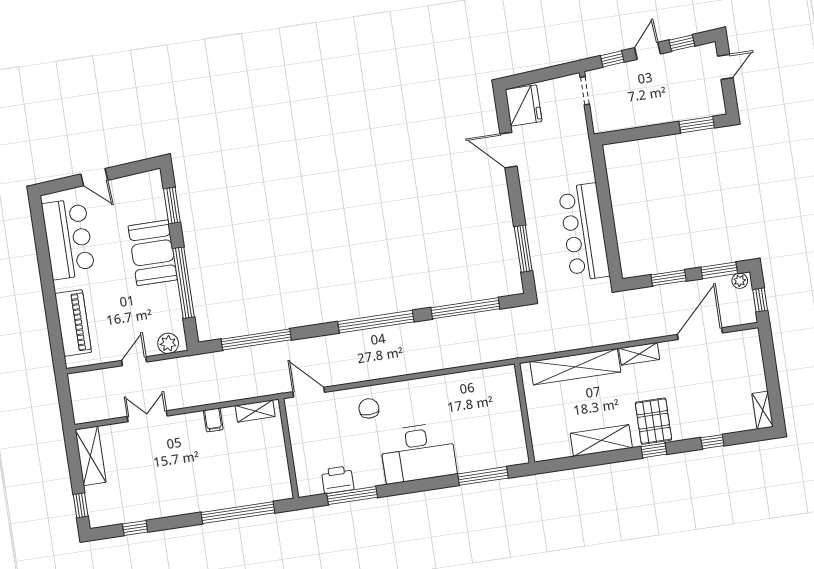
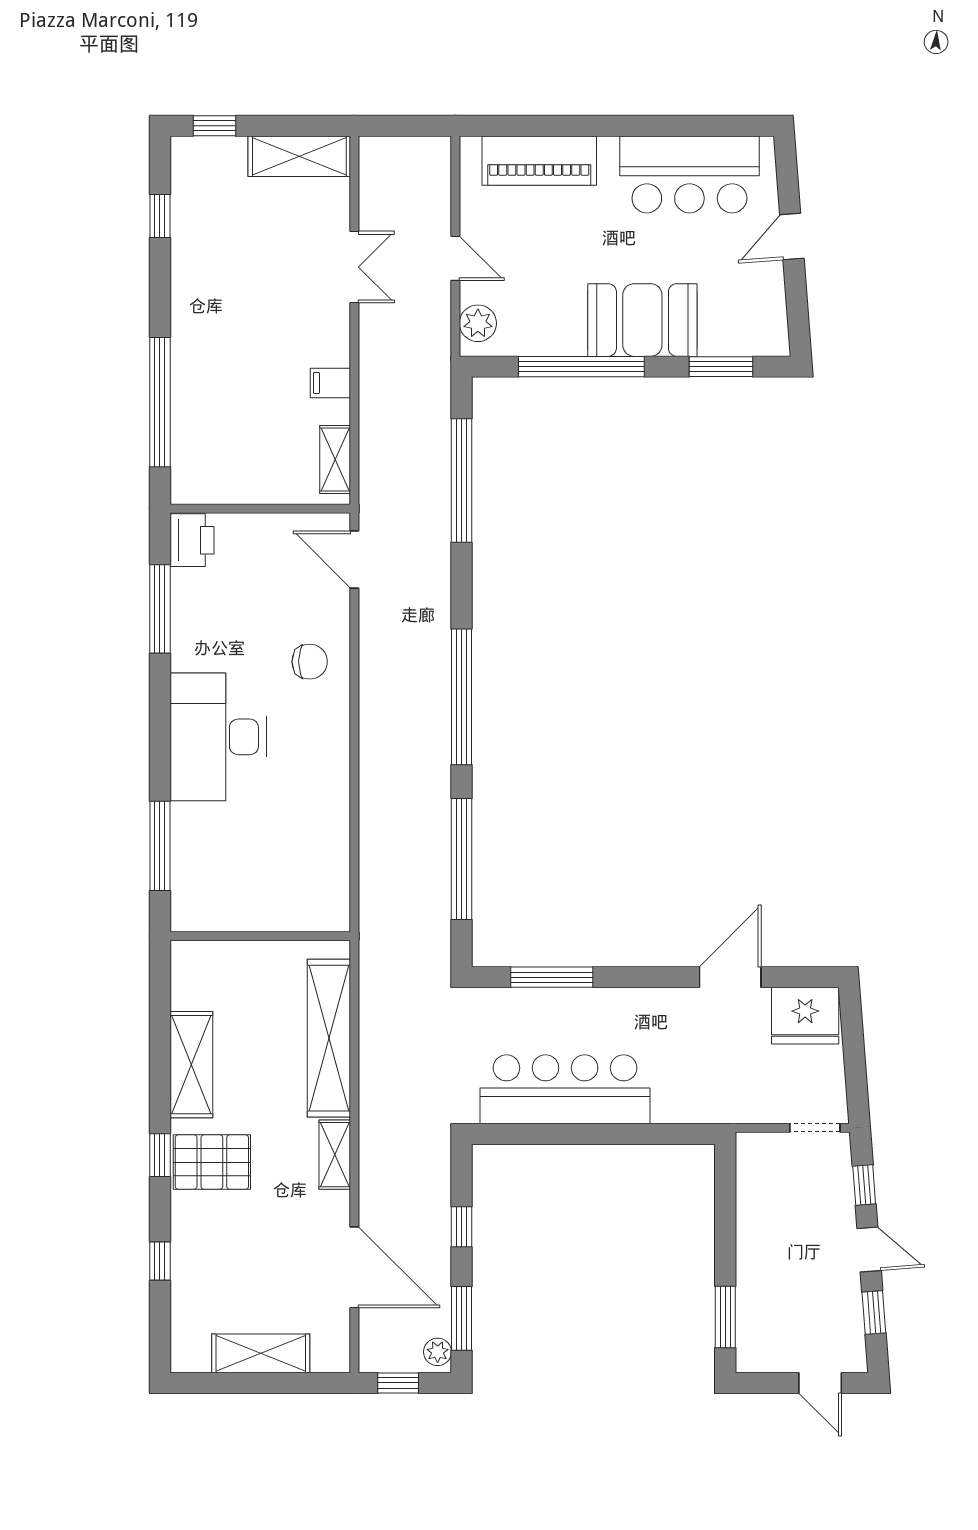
window: (669, 278) -> (461, 1227), width x0.67
door: (309, 392) -> (354, 559), swing flipped
shelving: (763, 410) -> (261, 1353), moved, width x1.50, depth x1.33
printer: (338, 480) -> (192, 540), moved

